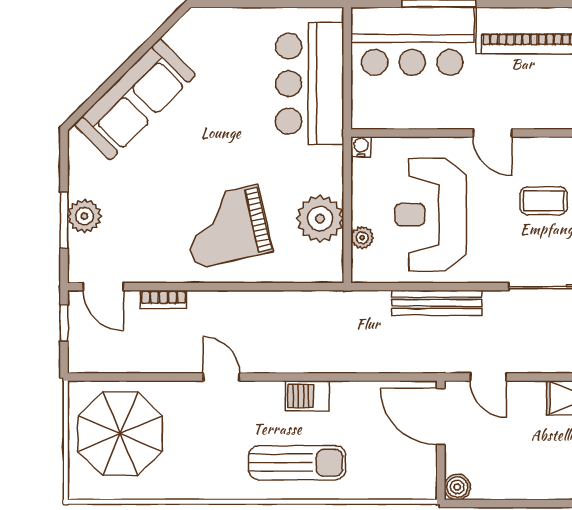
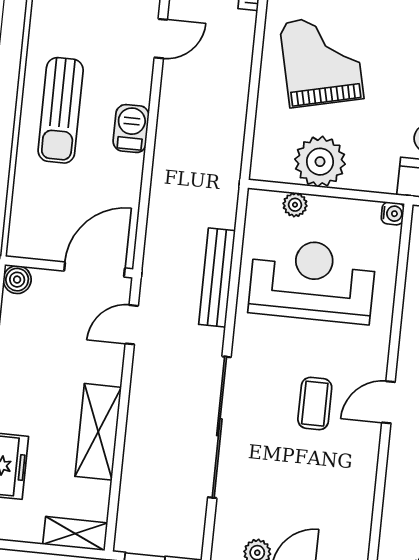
door: (492, 133) -> (388, 402), moved

